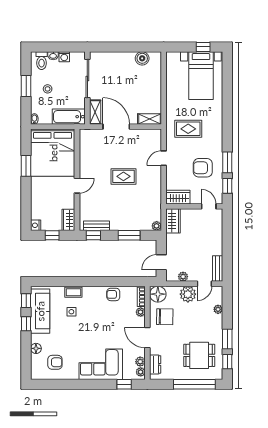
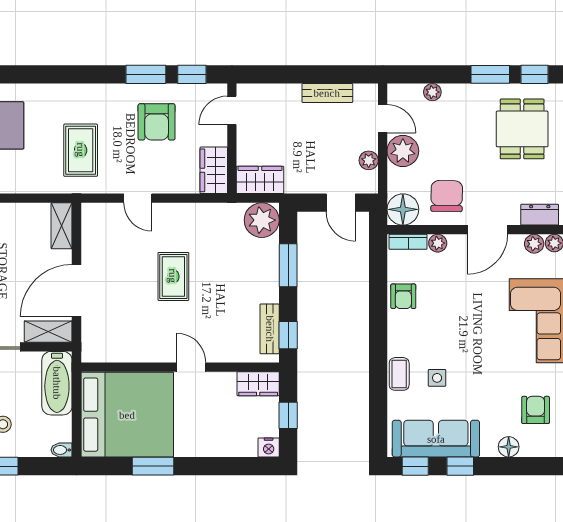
plant: (157, 226) -> (262, 220), width x1.87, depth x1.87
bench: (218, 269) -> (327, 93), moved

